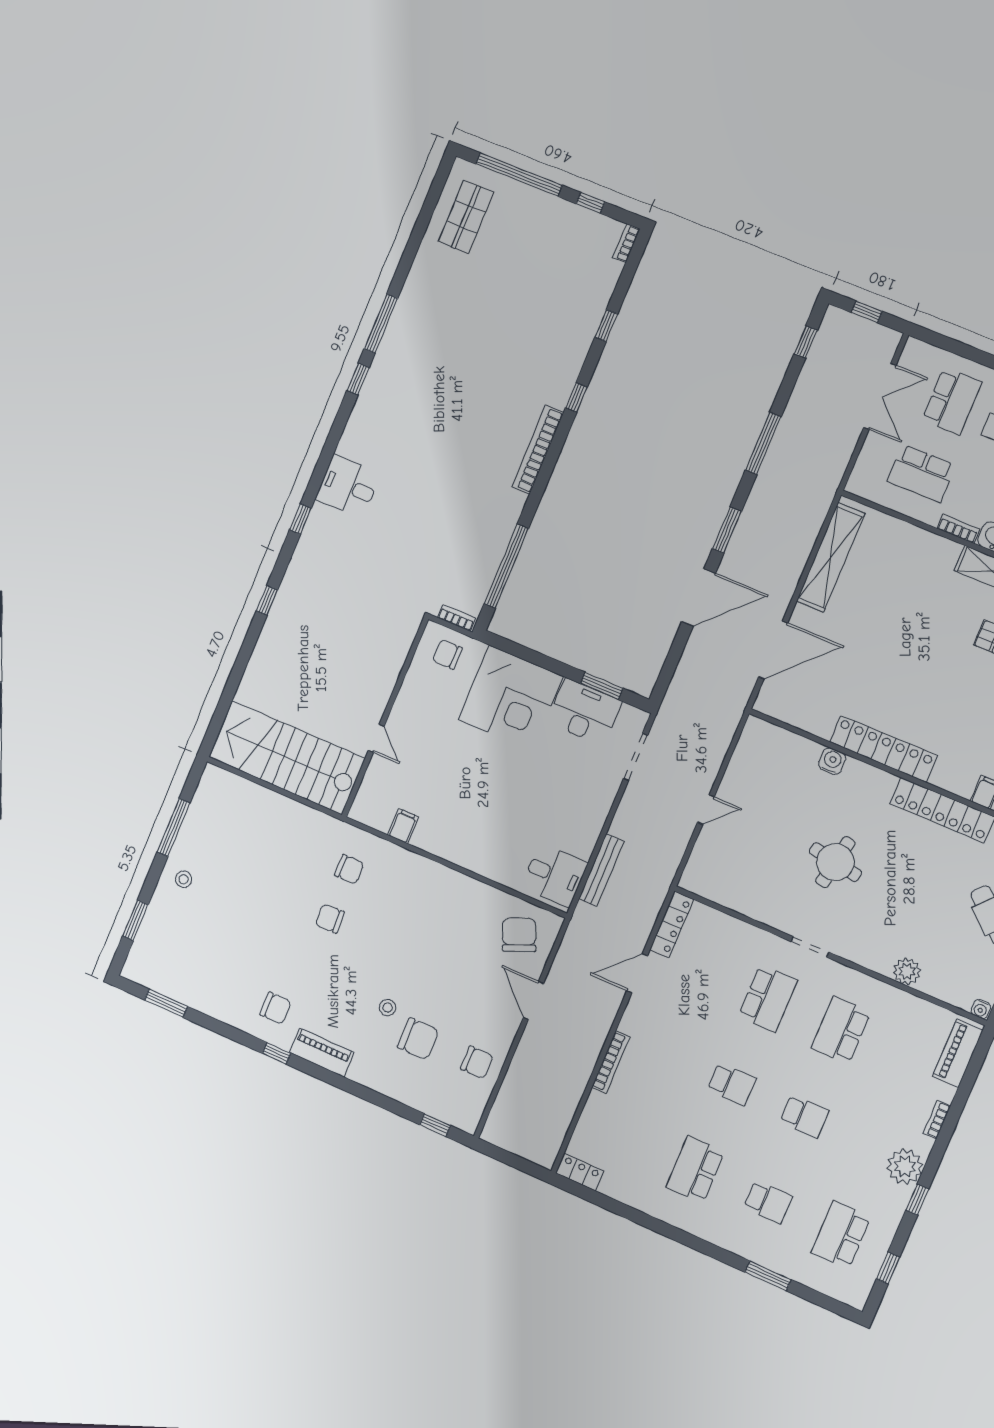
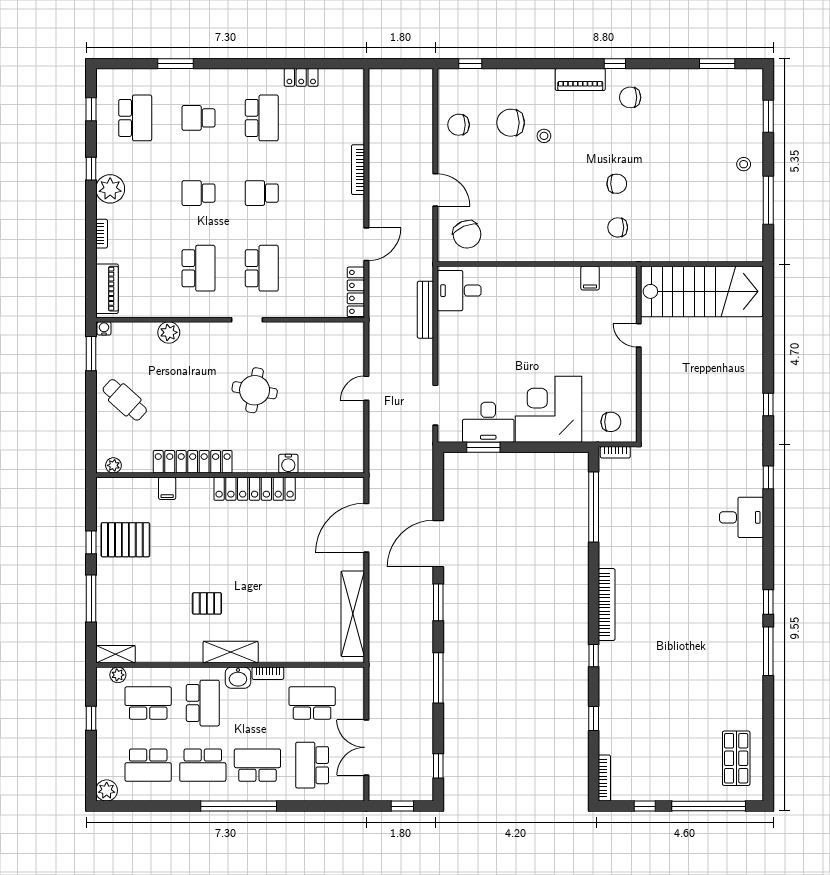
bookcase: (626, 243) -> (604, 778), width x1.56
school desk: (768, 998) -> (262, 268), turned 180
locker: (580, 1172) -> (301, 77), moved

